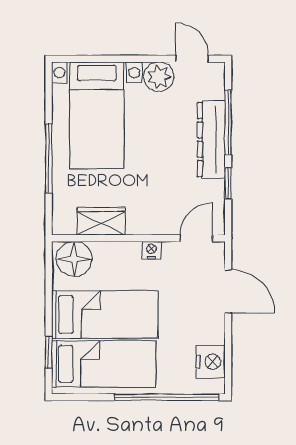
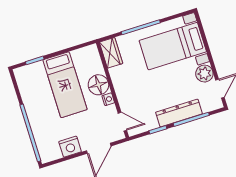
wardrobe: (101, 221) -> (111, 53), moved
floor lamp: (74, 259) -> (98, 85), moved
nightstand: (210, 362) -> (70, 147), moved
bed: (104, 364) -> (38, 93), removed

